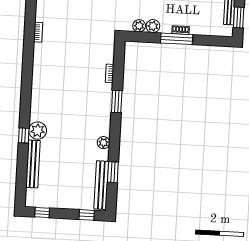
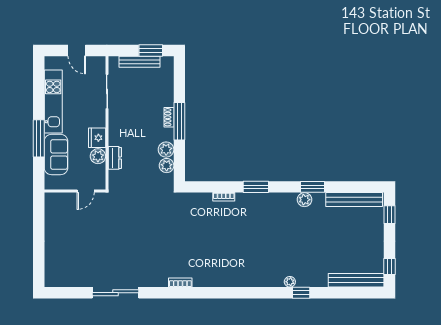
plant: (38, 131) -> (290, 282), width x0.53, depth x0.53
bench: (33, 164) -> (356, 280), moved
window: (113, 172) -> (313, 187), moved

